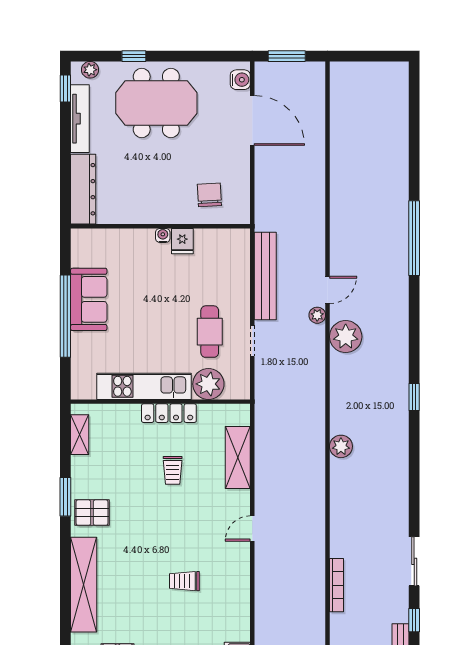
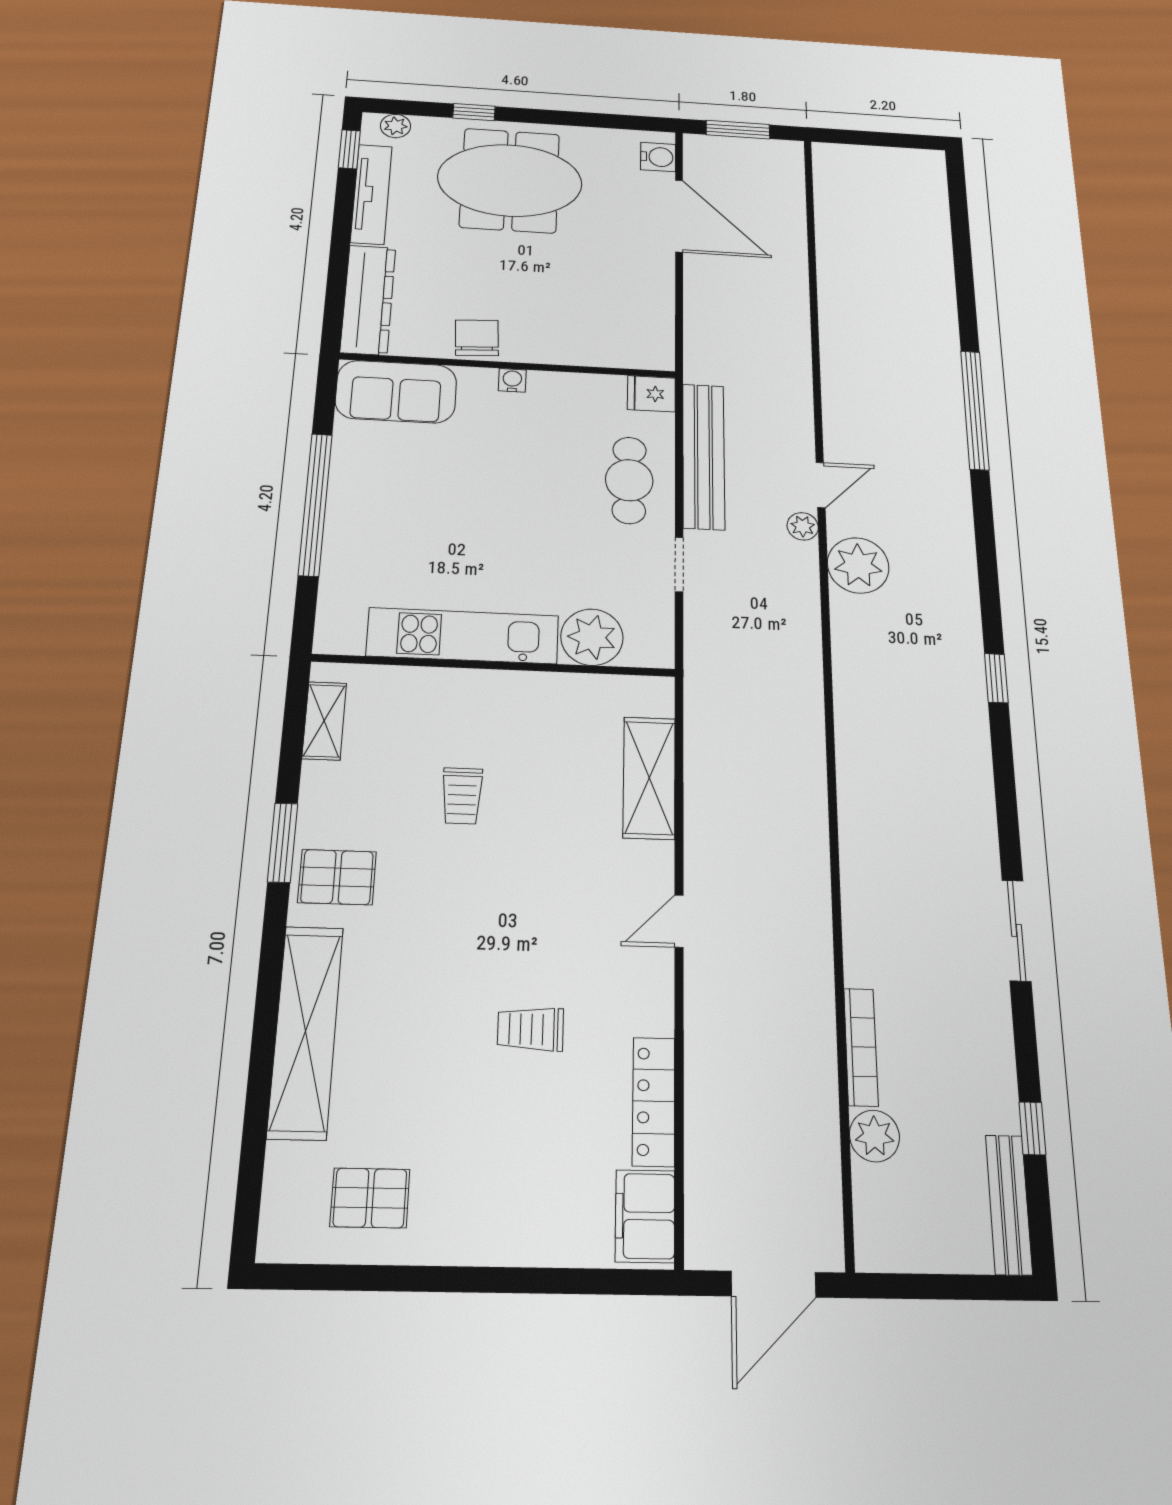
chair: (209, 195) -> (477, 338), moved
fridge: (182, 241) -> (651, 394), moved, turned 90
sofa: (89, 299) -> (396, 392), moved, turned 90
cafe table: (210, 332) -> (629, 480), moved
locker: (169, 413) -> (654, 1101), moved, turned 90
plant: (341, 446) -> (874, 1136), moved
trolley: (173, 470) -> (462, 796), moved
sliding door: (414, 561) -> (1016, 930), moved

